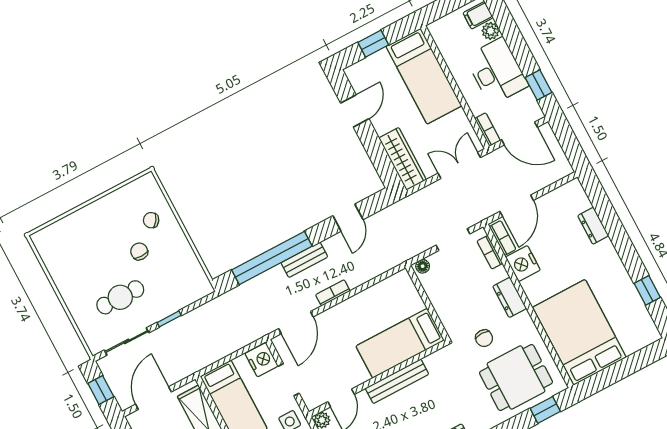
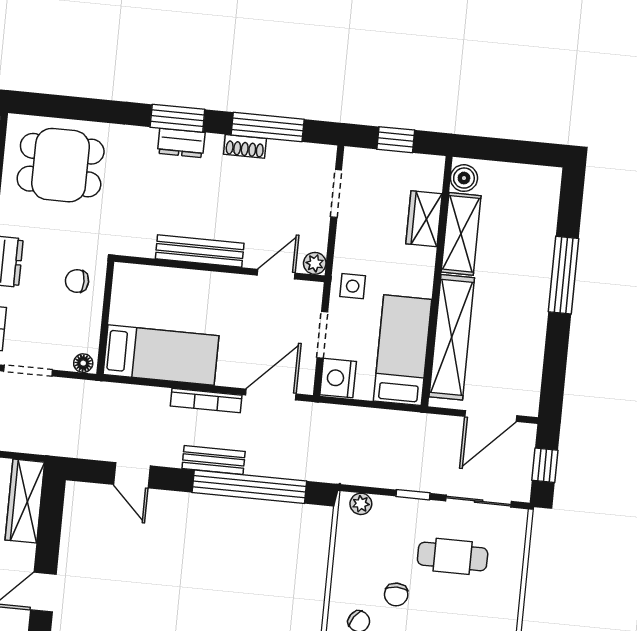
door: (348, 218) -> (132, 475), swing flipped
plant: (197, 292) -> (361, 504), added
bookcase: (333, 293) -> (206, 401), width x1.56
chair: (484, 338) -> (77, 281), moved, turned -90
bed: (400, 343) -> (161, 355), moved
window: (545, 410) -> (52, 106), removed

